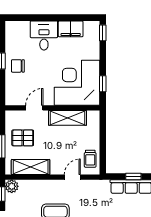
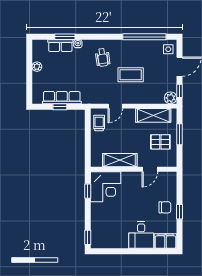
filing cabinet: (71, 29) -> (165, 241), moved
corner desk: (77, 83) -> (106, 187), width x0.74, depth x0.74

